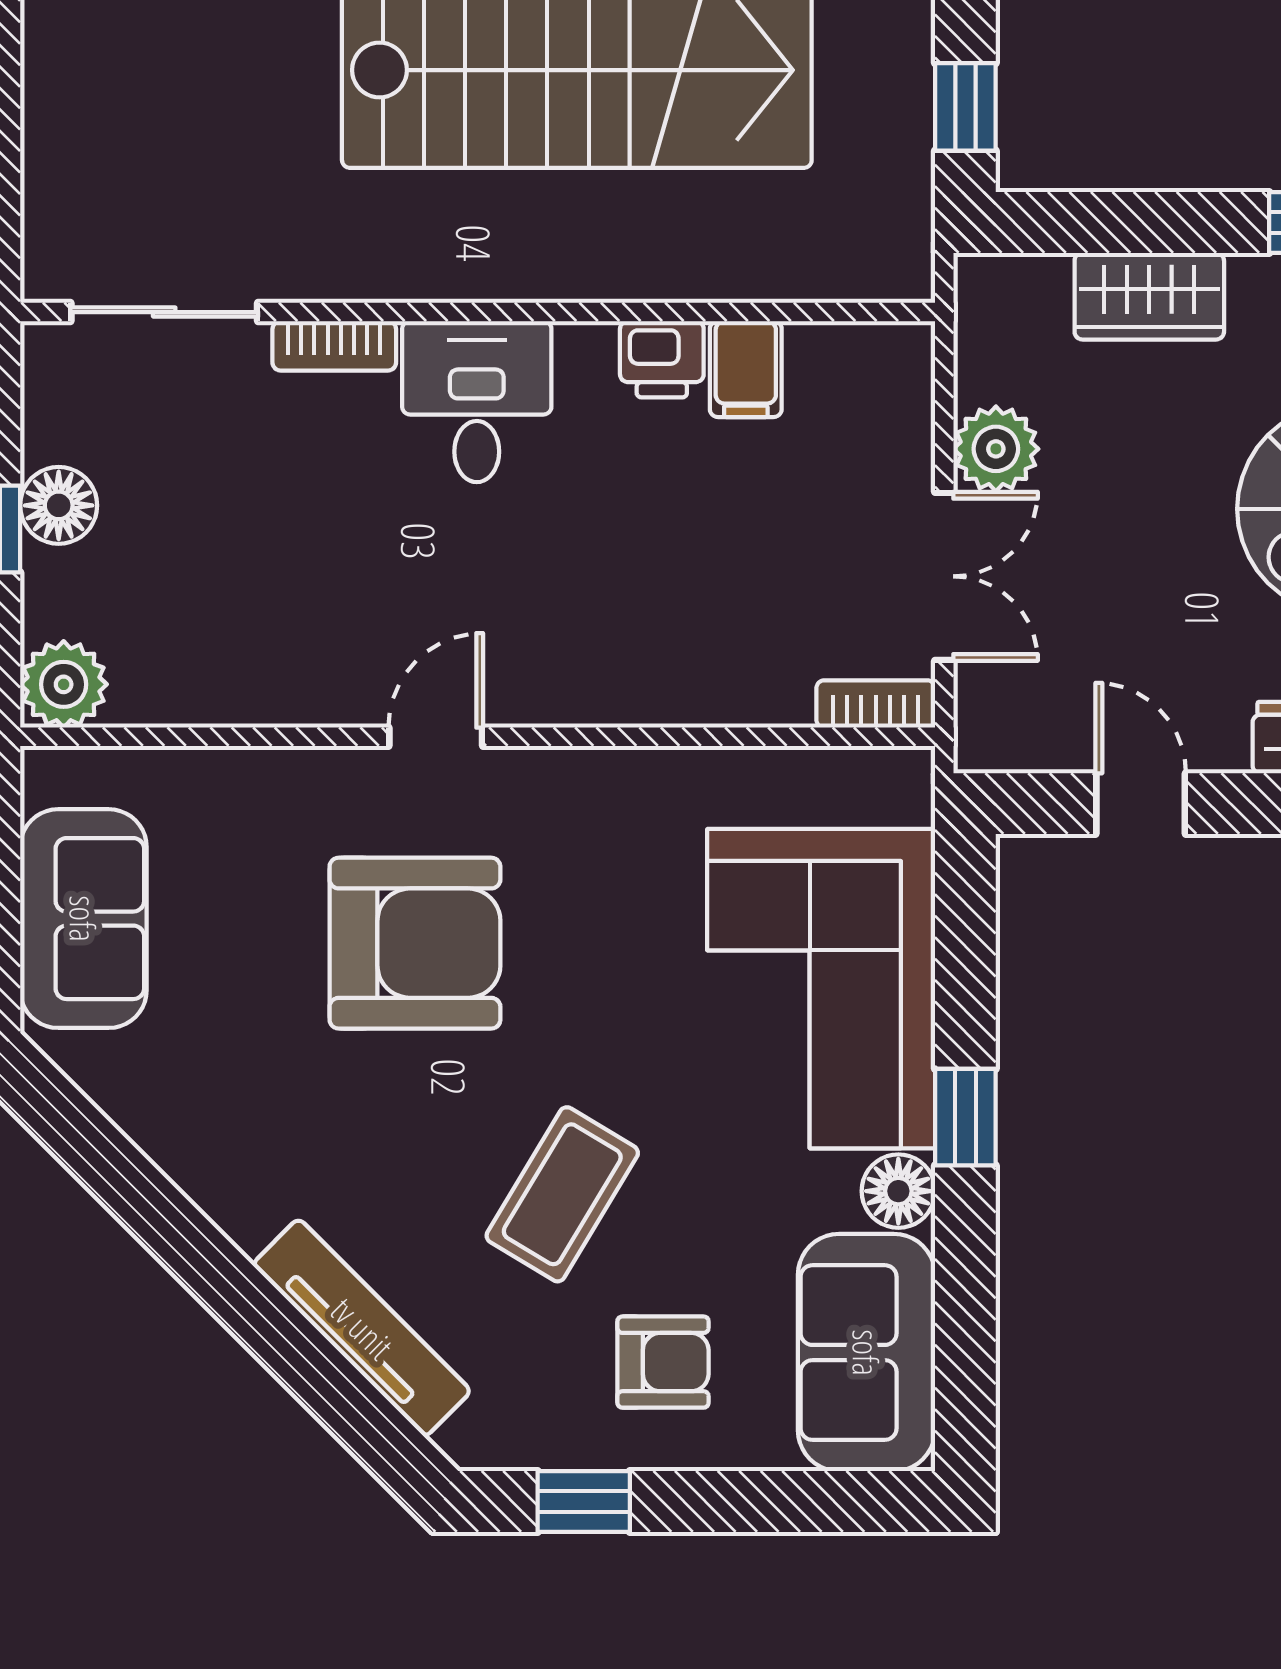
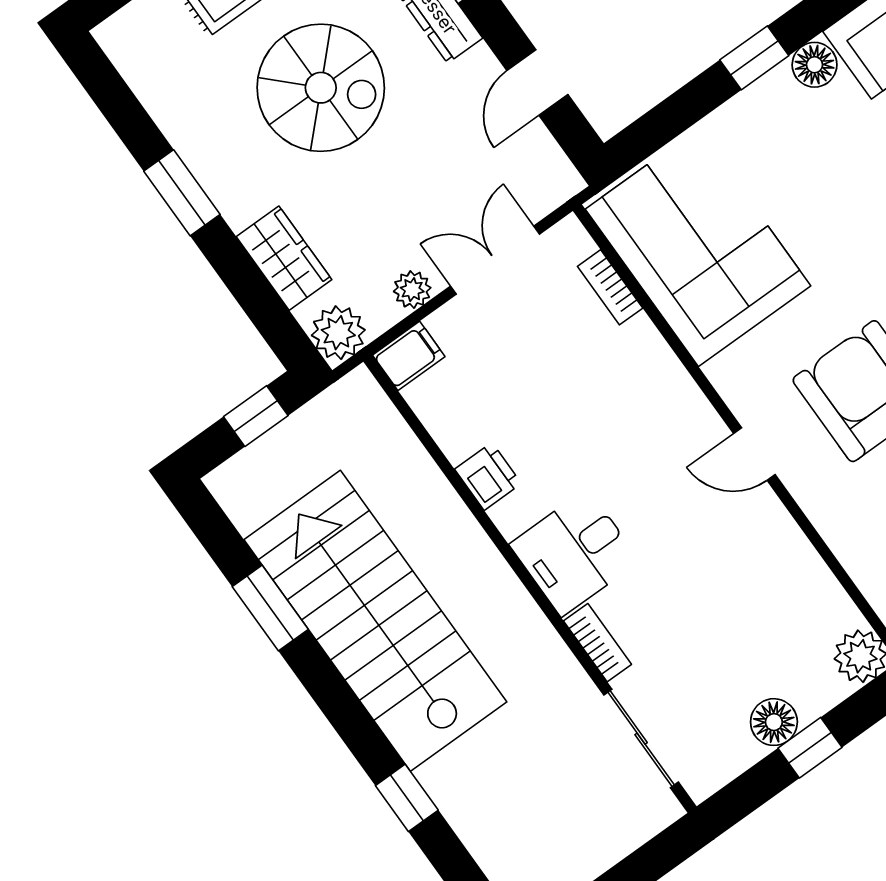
plant: (998, 297) -> (338, 333), added
filing cabinet: (746, 369) -> (409, 356), moved
plant: (996, 449) -> (412, 290), width x0.73, depth x0.73
bookcase: (876, 704) -> (610, 287), moved
corner sofa: (821, 989) -> (698, 247), moved, turned -90

